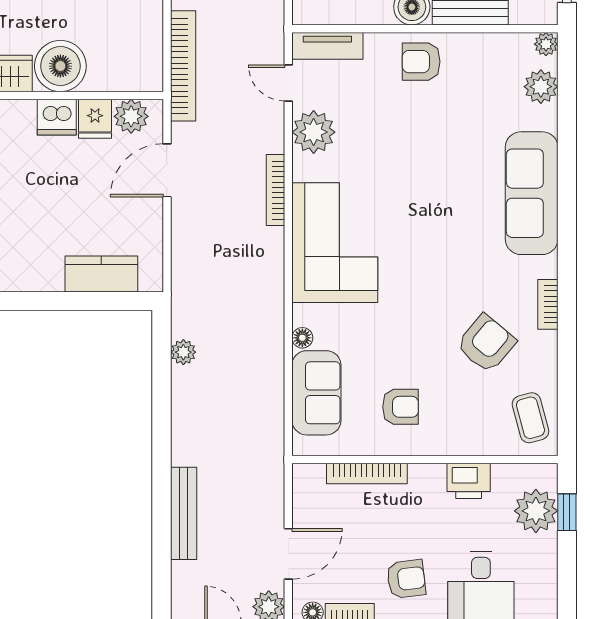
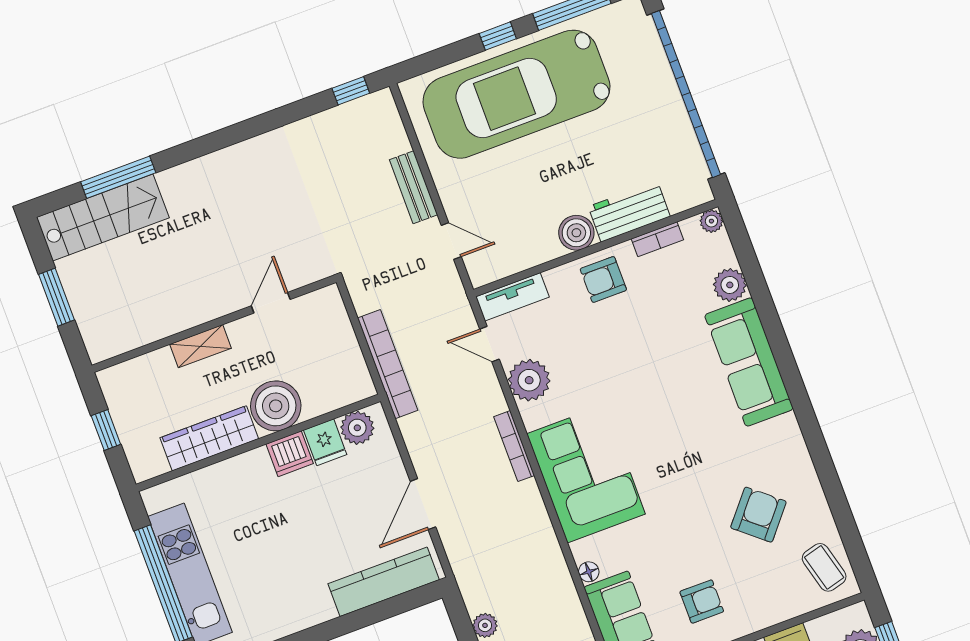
plant: (541, 87) -> (730, 285), moved
door: (167, 170) -> (423, 504), moved
kitchen counter: (101, 274) -> (384, 582), width x1.50
bookcase: (548, 304) -> (657, 239), moved, turned -90

